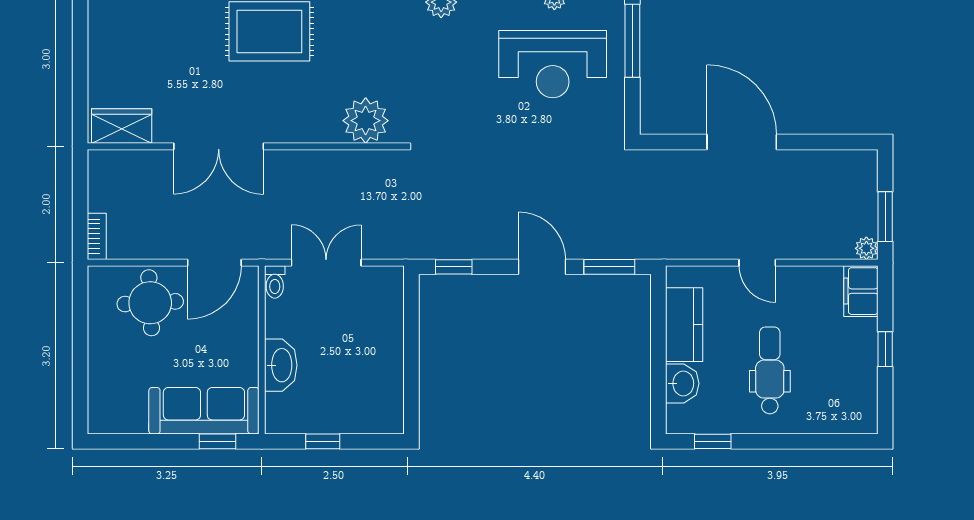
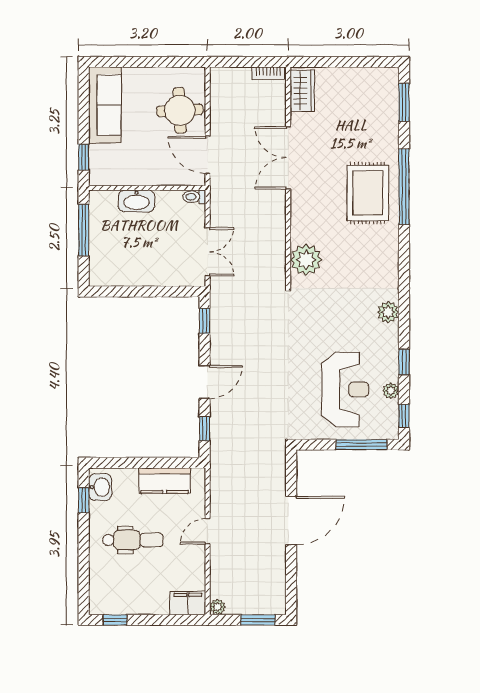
reception desk: (553, 64) -> (345, 389), turned 180
window: (885, 217) -> (258, 620), moved
bookcase: (97, 236) -> (268, 73), moved
double door: (326, 263) -> (208, 252), moved
window: (609, 267) -> (205, 429), width x0.67
window: (885, 349) -> (115, 620), moved
washbasin: (682, 383) -> (100, 487), moved, turned -90
sofa: (204, 411) -> (105, 105), moved
window: (323, 441) -> (84, 230), width x2.17

